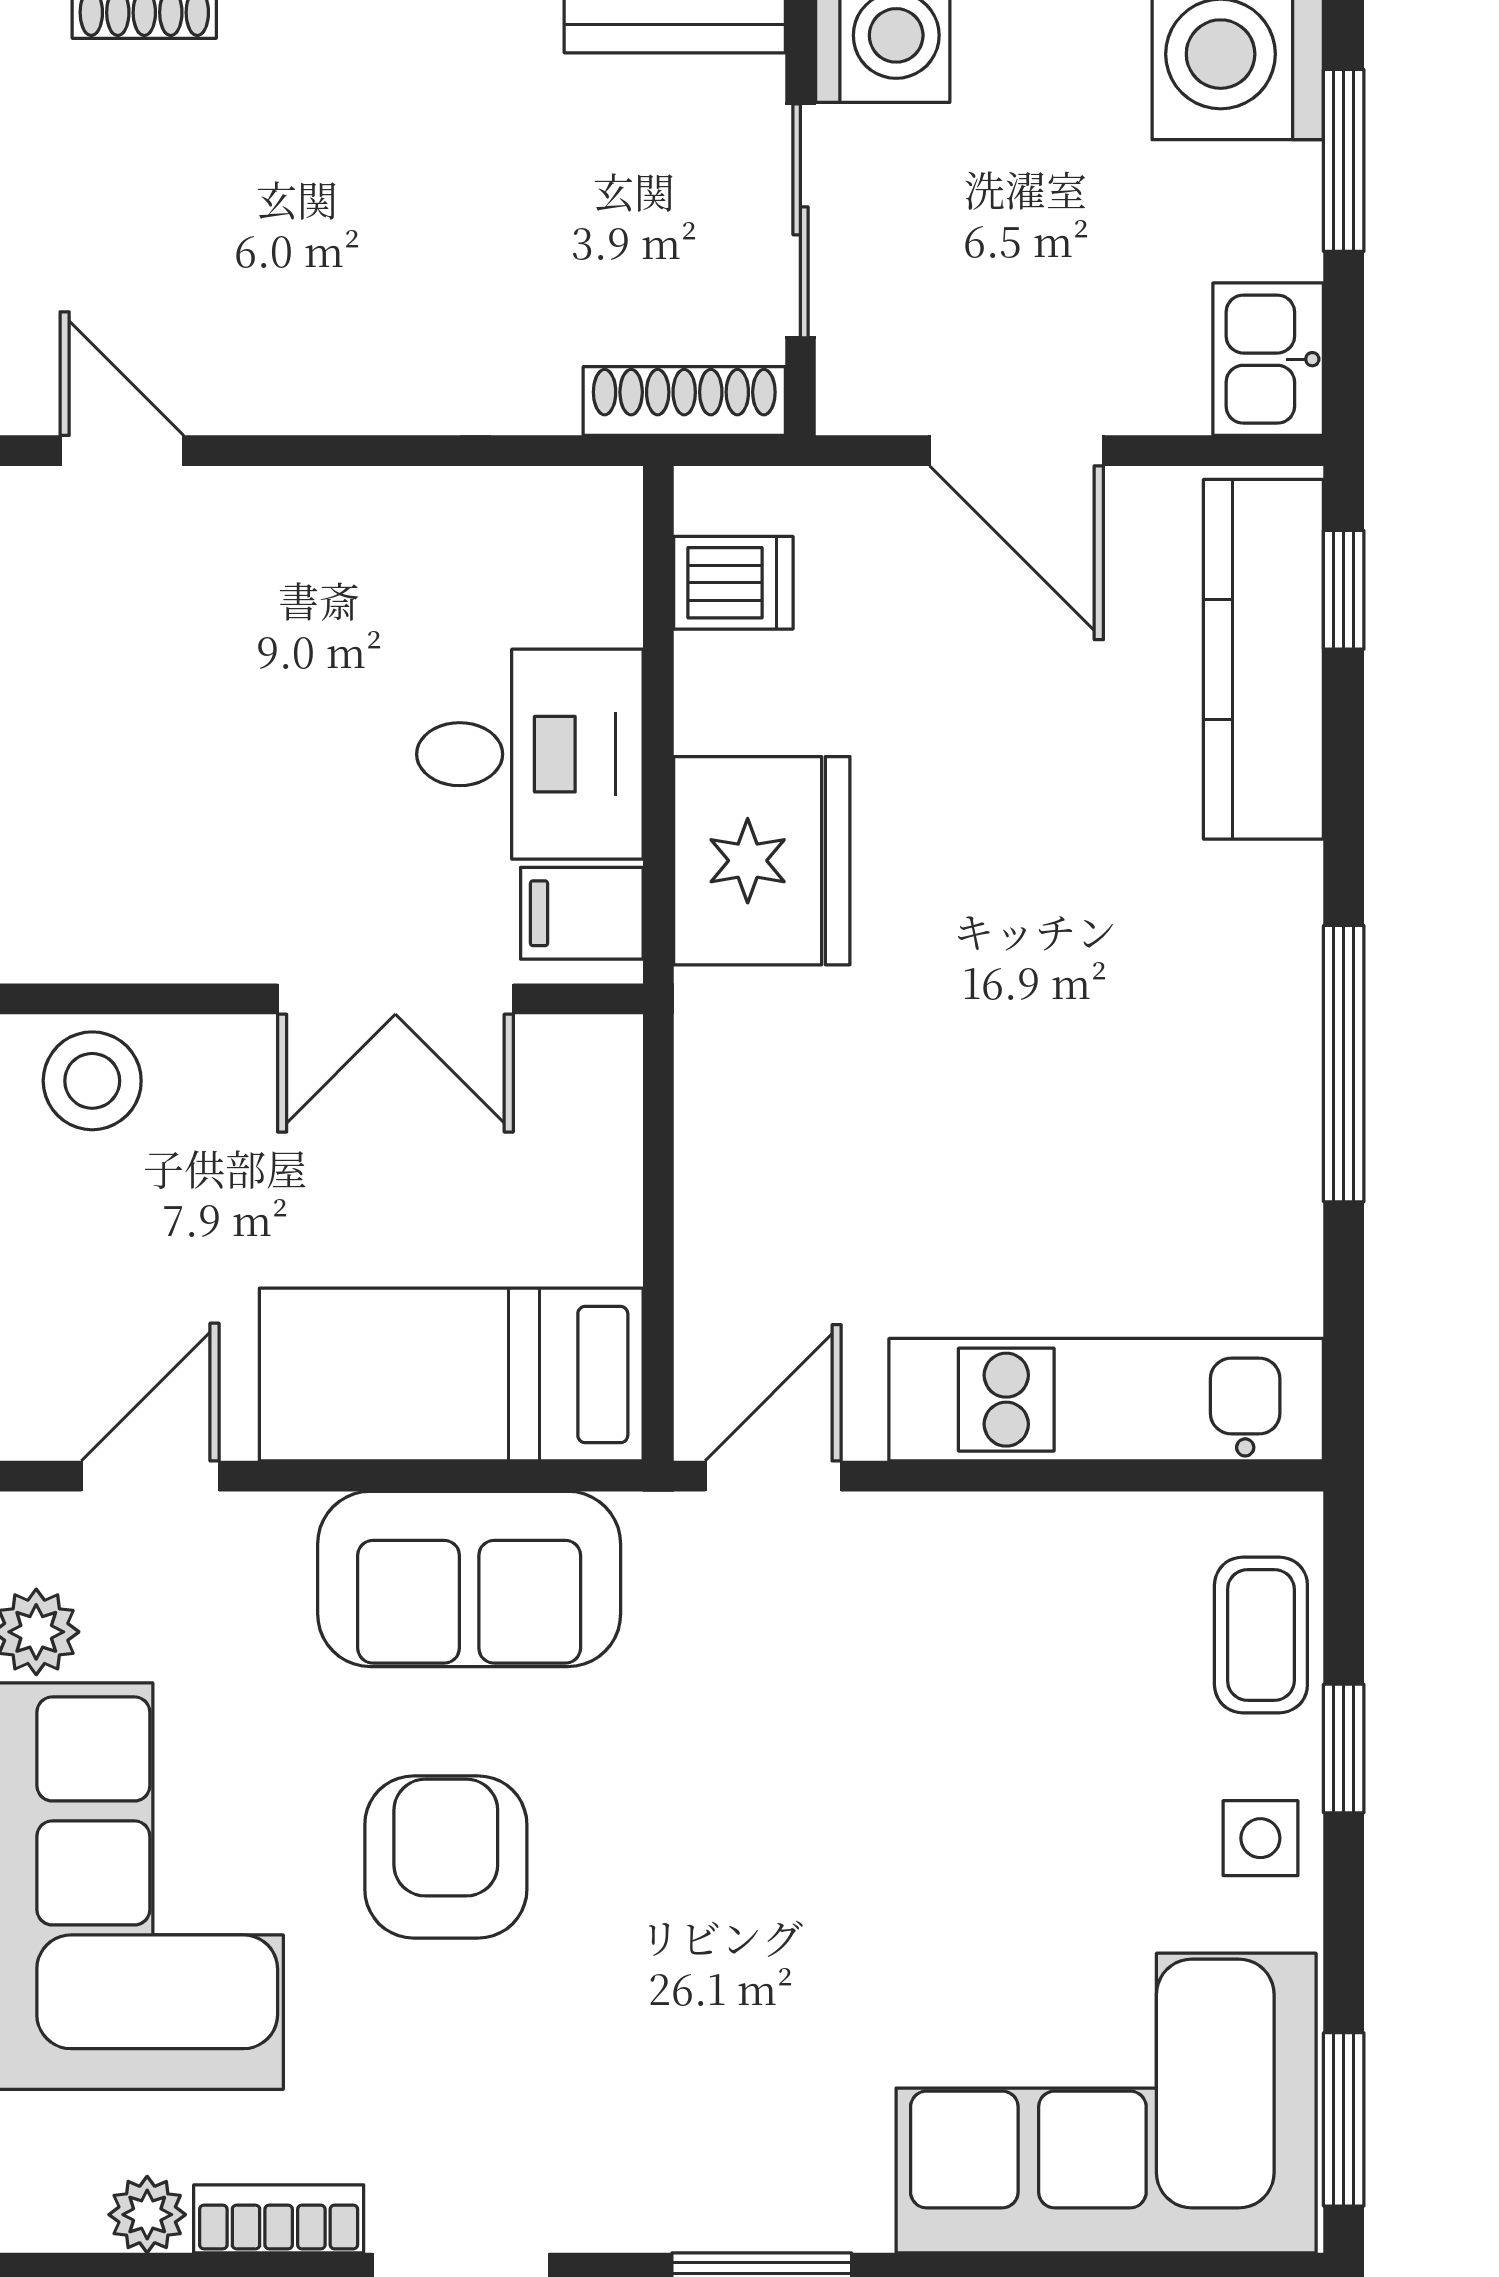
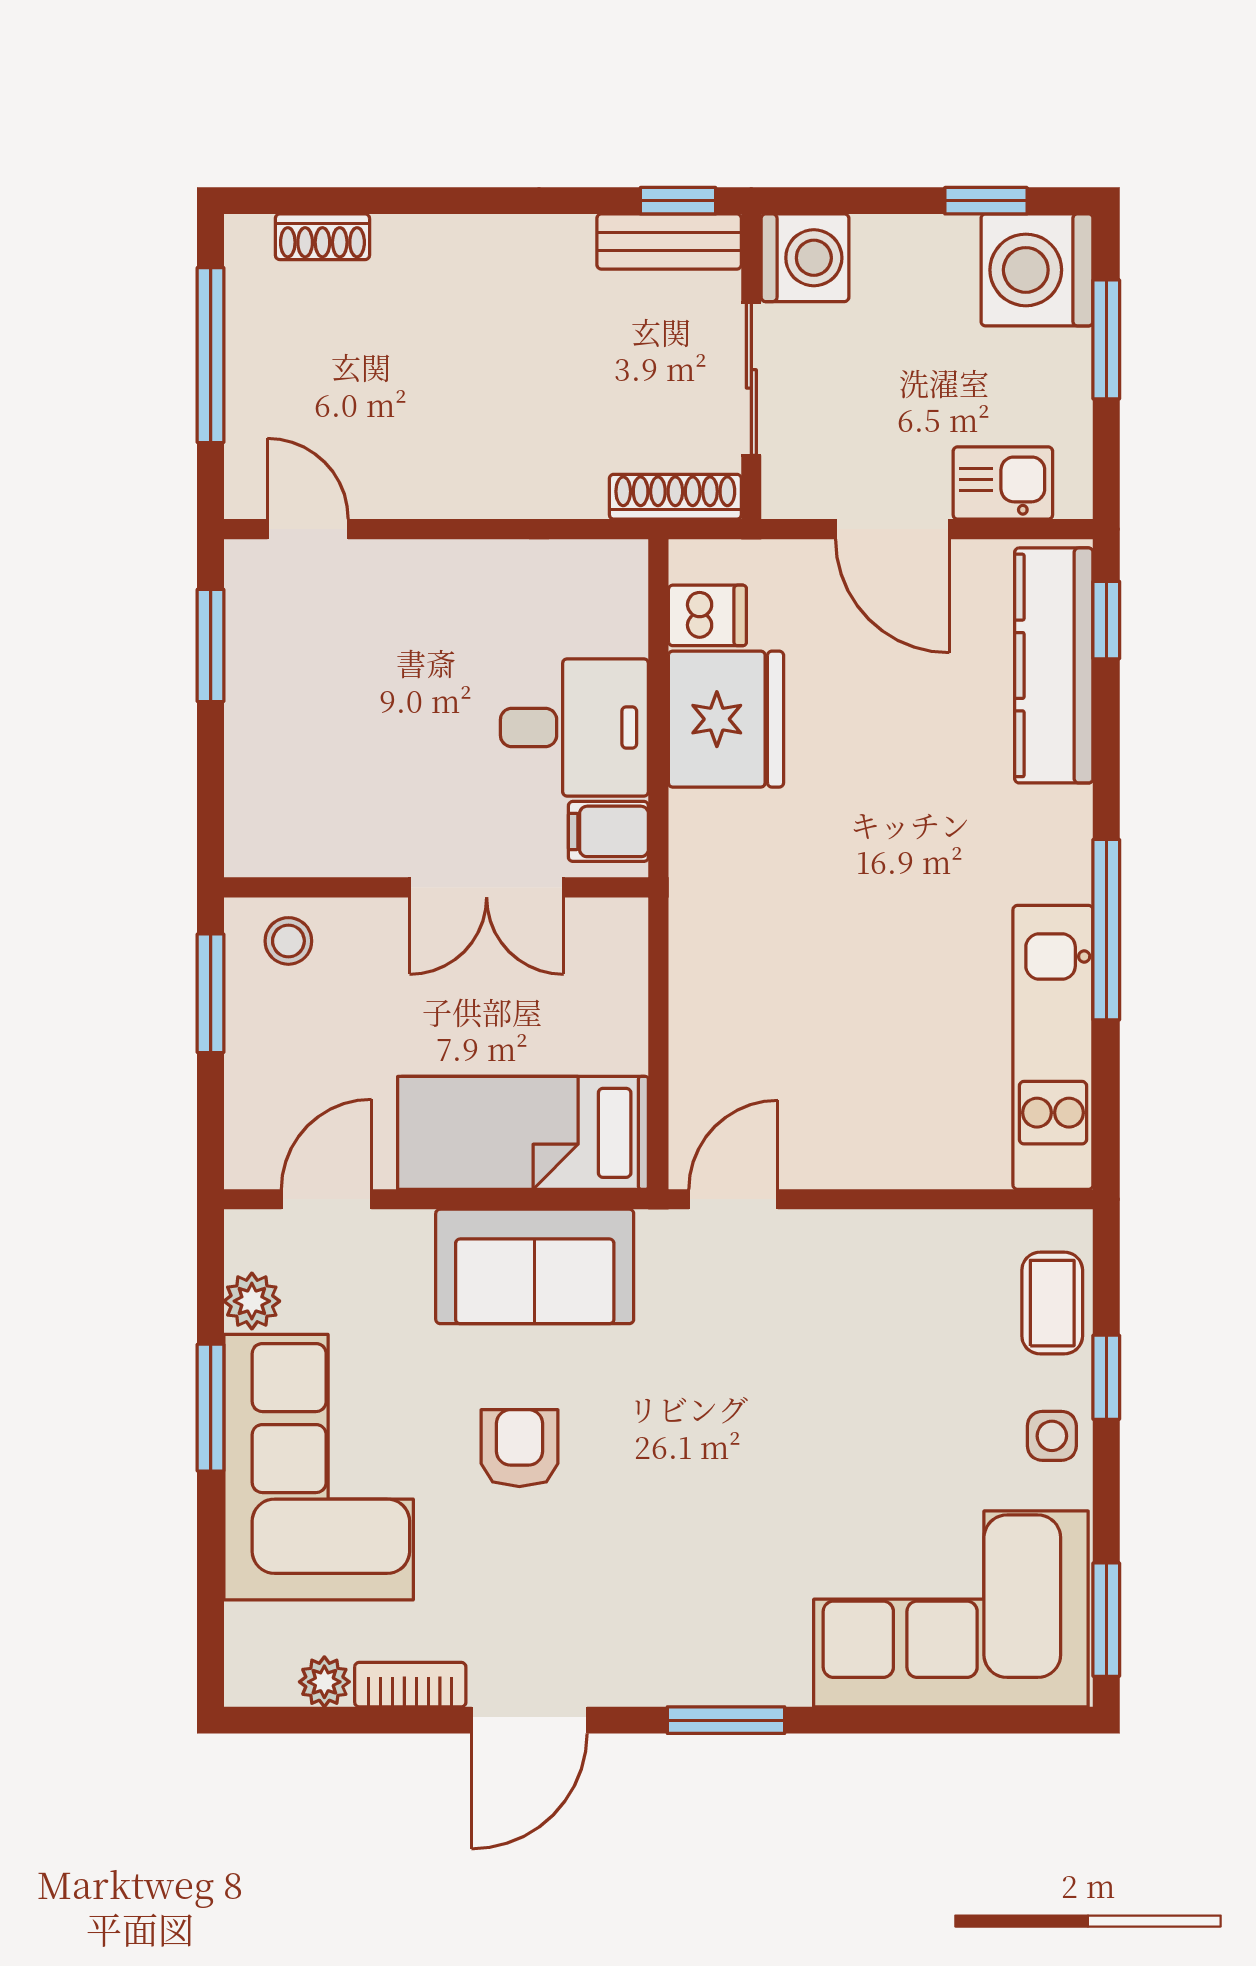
kitchen sink: (1268, 359) -> (1003, 483), moved, turned 90
fridge: (762, 861) -> (726, 719), moved
stool: (92, 1081) -> (288, 941), width x0.73, depth x0.73
kitchen unit: (1106, 1400) -> (1053, 1047), moved, turned -90
armchair: (446, 1857) -> (519, 1448), width x0.72, depth x0.72

